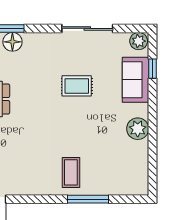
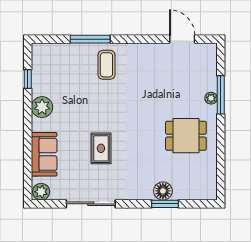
window: (152, 69) -> (28, 79), moved
rug: (77, 86) -> (101, 148), turned 90

